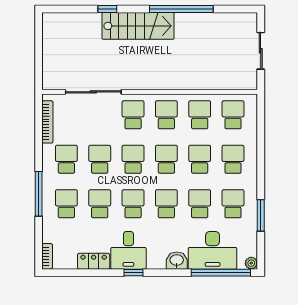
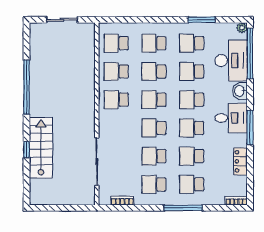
stairs: (138, 26) -> (41, 148), moved
school desk: (133, 115) -> (116, 128), removed
bookcase: (47, 122) -> (122, 200), width x0.64
desk: (128, 250) -> (231, 118), moved
window: (133, 273) -> (250, 128), width x2.17

